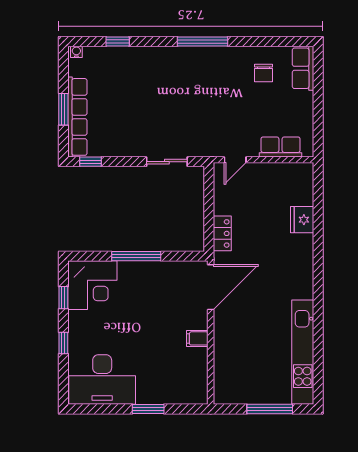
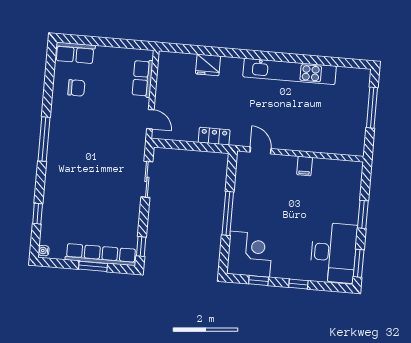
door: (211, 287) -> (261, 150), width x0.53
kitchen unit: (303, 352) -> (290, 71), moved
window: (93, 409) -> (359, 263), added

